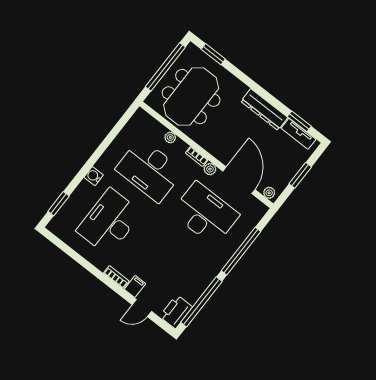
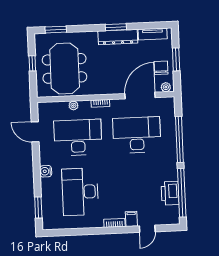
window: (165, 67) -> (32, 63), width x0.32
window: (299, 121) -> (116, 27), moved
door: (115, 132) -> (35, 132), added
plant: (210, 169) -> (116, 104), removed
desk: (149, 170) -> (78, 137), turned 180
chair: (280, 171) -> (161, 68), added
door: (239, 180) -> (140, 96), hinge flipped
printer: (176, 312) -> (170, 193), moved

